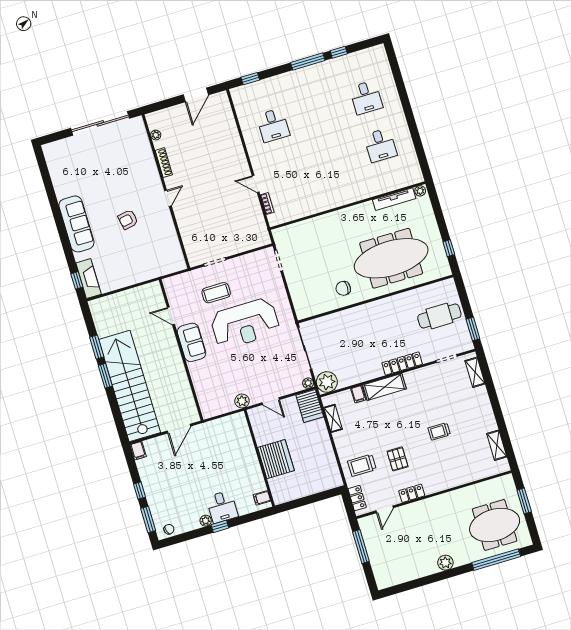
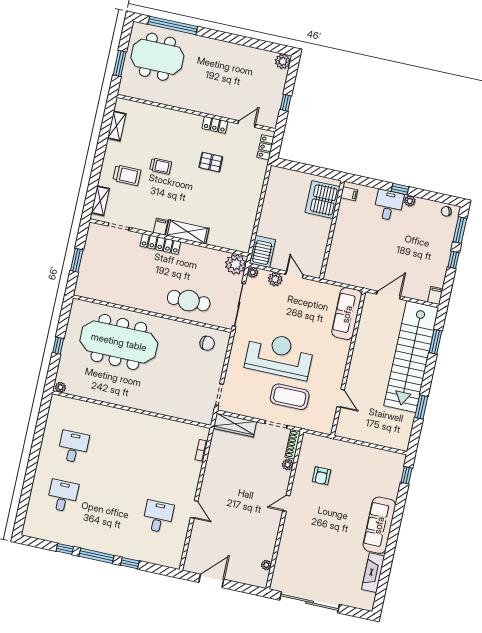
window: (250, 79) -> (130, 563), moved
shoe rack: (164, 163) -> (293, 444), moved
door: (256, 184) -> (194, 509), moved
tv unit: (394, 199) -> (87, 393), removed
armchair: (128, 220) -> (321, 476), moved, turned 101
plant: (185, 233) -> (288, 465), added
wardrobe: (250, 242) -> (235, 425), added
window: (449, 248) -> (58, 346), moved
fireplace: (89, 279) -> (373, 573), moved
chair: (343, 288) -> (207, 343), moved
coffee table: (216, 293) -> (290, 397), width x1.36, depth x1.32
cafe table: (439, 316) -> (189, 301), moved
window: (473, 329) -> (77, 260), moved
sofa: (192, 342) -> (347, 314), moved, width x1.36
window: (105, 376) -> (436, 342), moved
filing cabinet: (358, 394) -> (160, 227), moved
plant: (242, 401) -> (275, 279), moved
shelving: (333, 418) -> (248, 229), removed
server rack: (276, 459) -> (323, 200), moved
pallet: (398, 459) -> (211, 162), turned 90
trolley: (362, 465) -> (127, 175), moved
window: (361, 547) -> (286, 103), width x0.46
plant: (445, 563) -> (283, 61), moved

